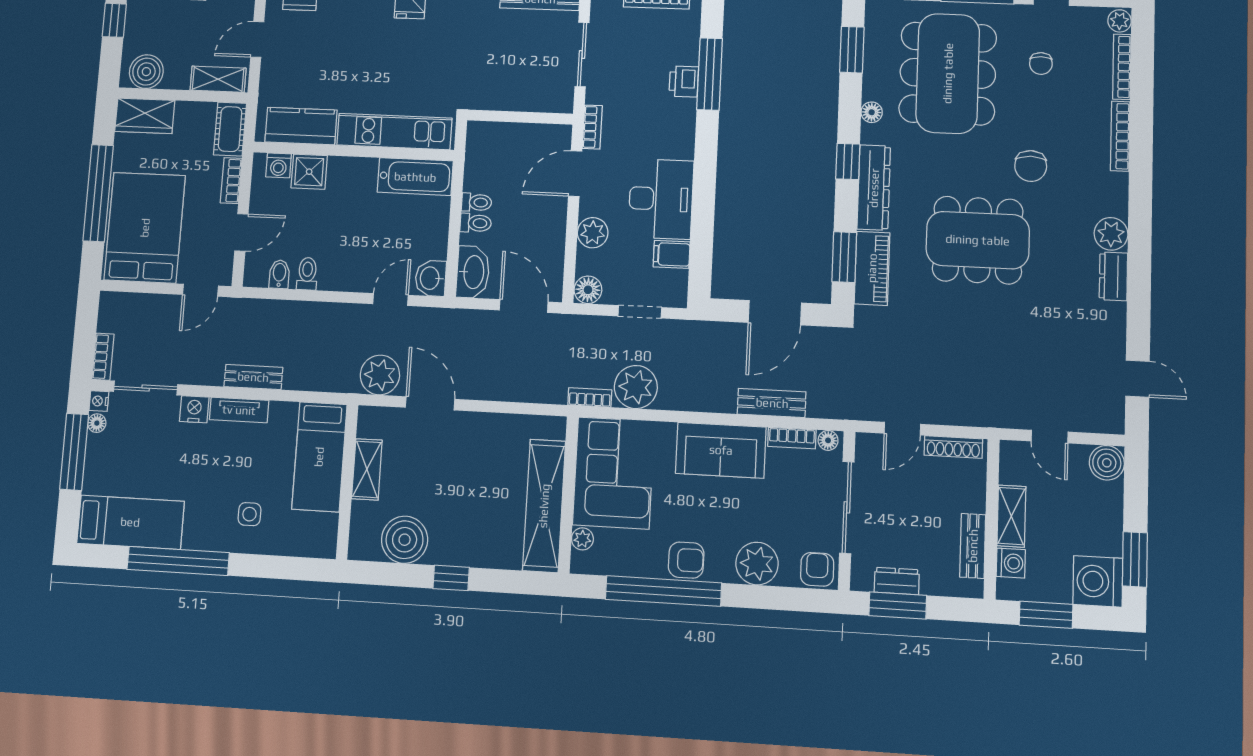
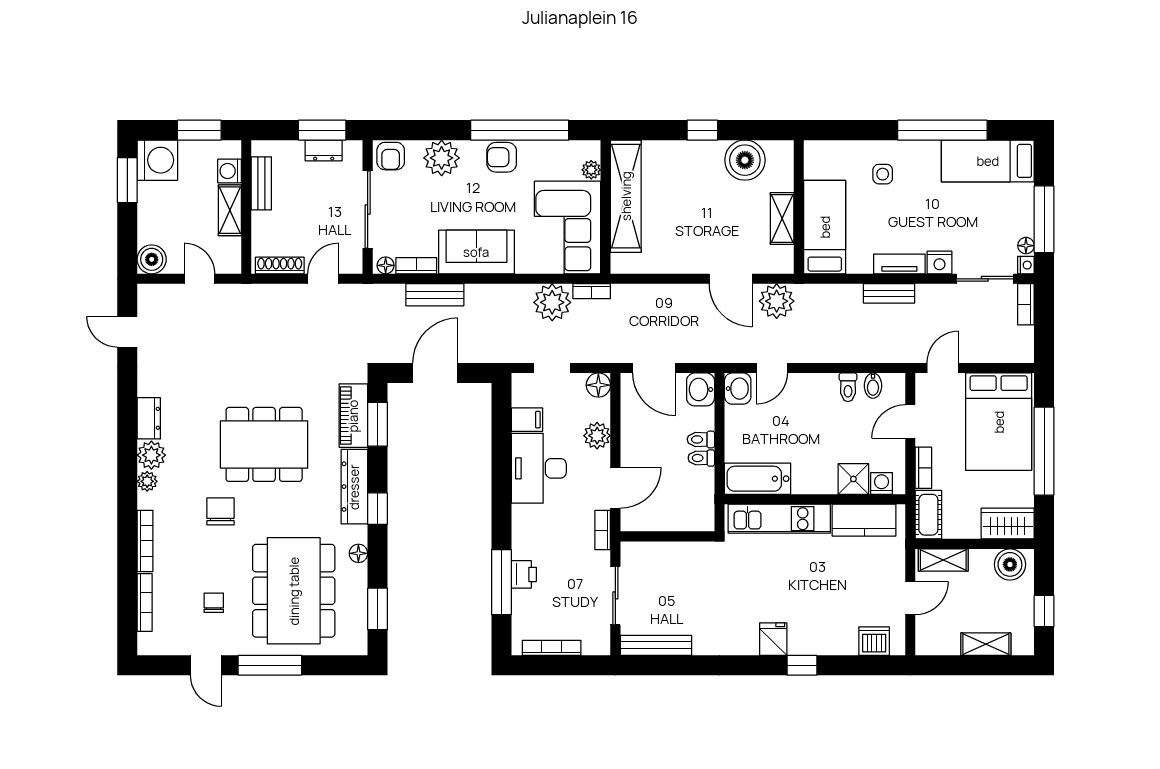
plant: (1120, 21) -> (147, 481), moved
washbasin: (473, 272) -> (701, 389), width x0.72

